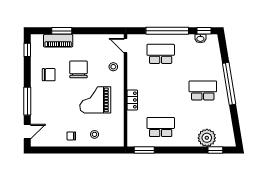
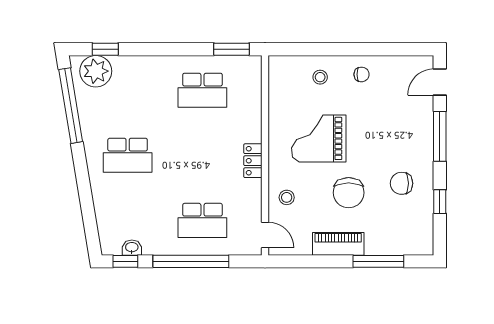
window: (62, 31) -> (378, 261), width x1.44
piano: (58, 41) -> (338, 244), moved
window: (27, 50) -> (440, 202), moved
window: (229, 84) -> (71, 106), moved
grand piano: (95, 100) -> (319, 138), turned 180
locker: (132, 100) -> (253, 161), moved
plant: (207, 138) -> (96, 71), moved

